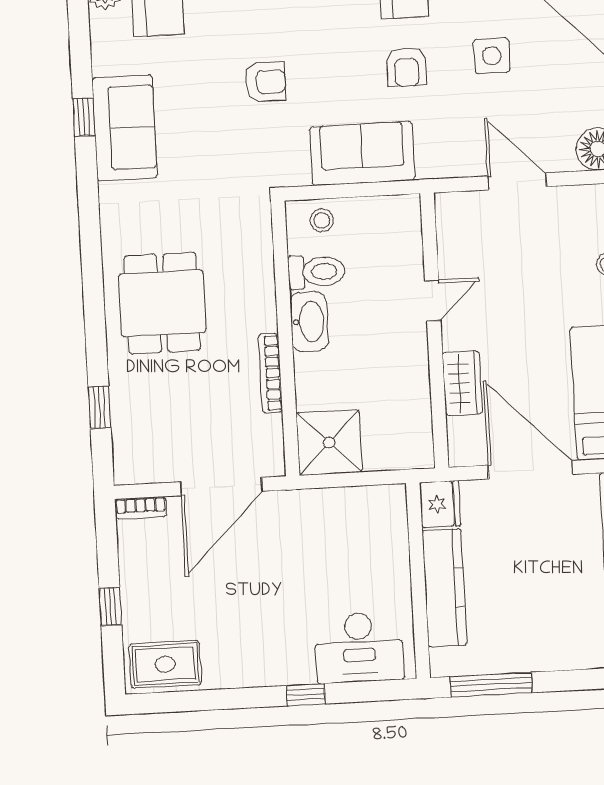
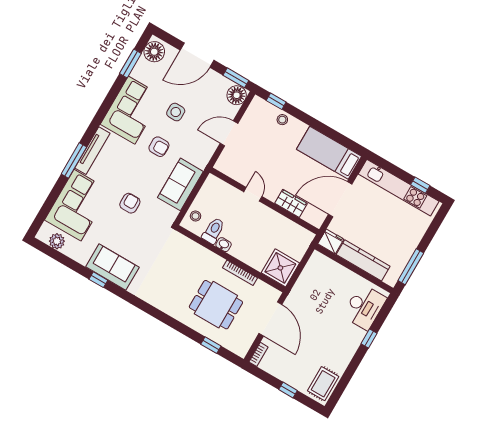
dining table: (162, 303) -> (216, 305), moved
washbasin: (309, 322) -> (224, 245), width x0.52, depth x0.69

